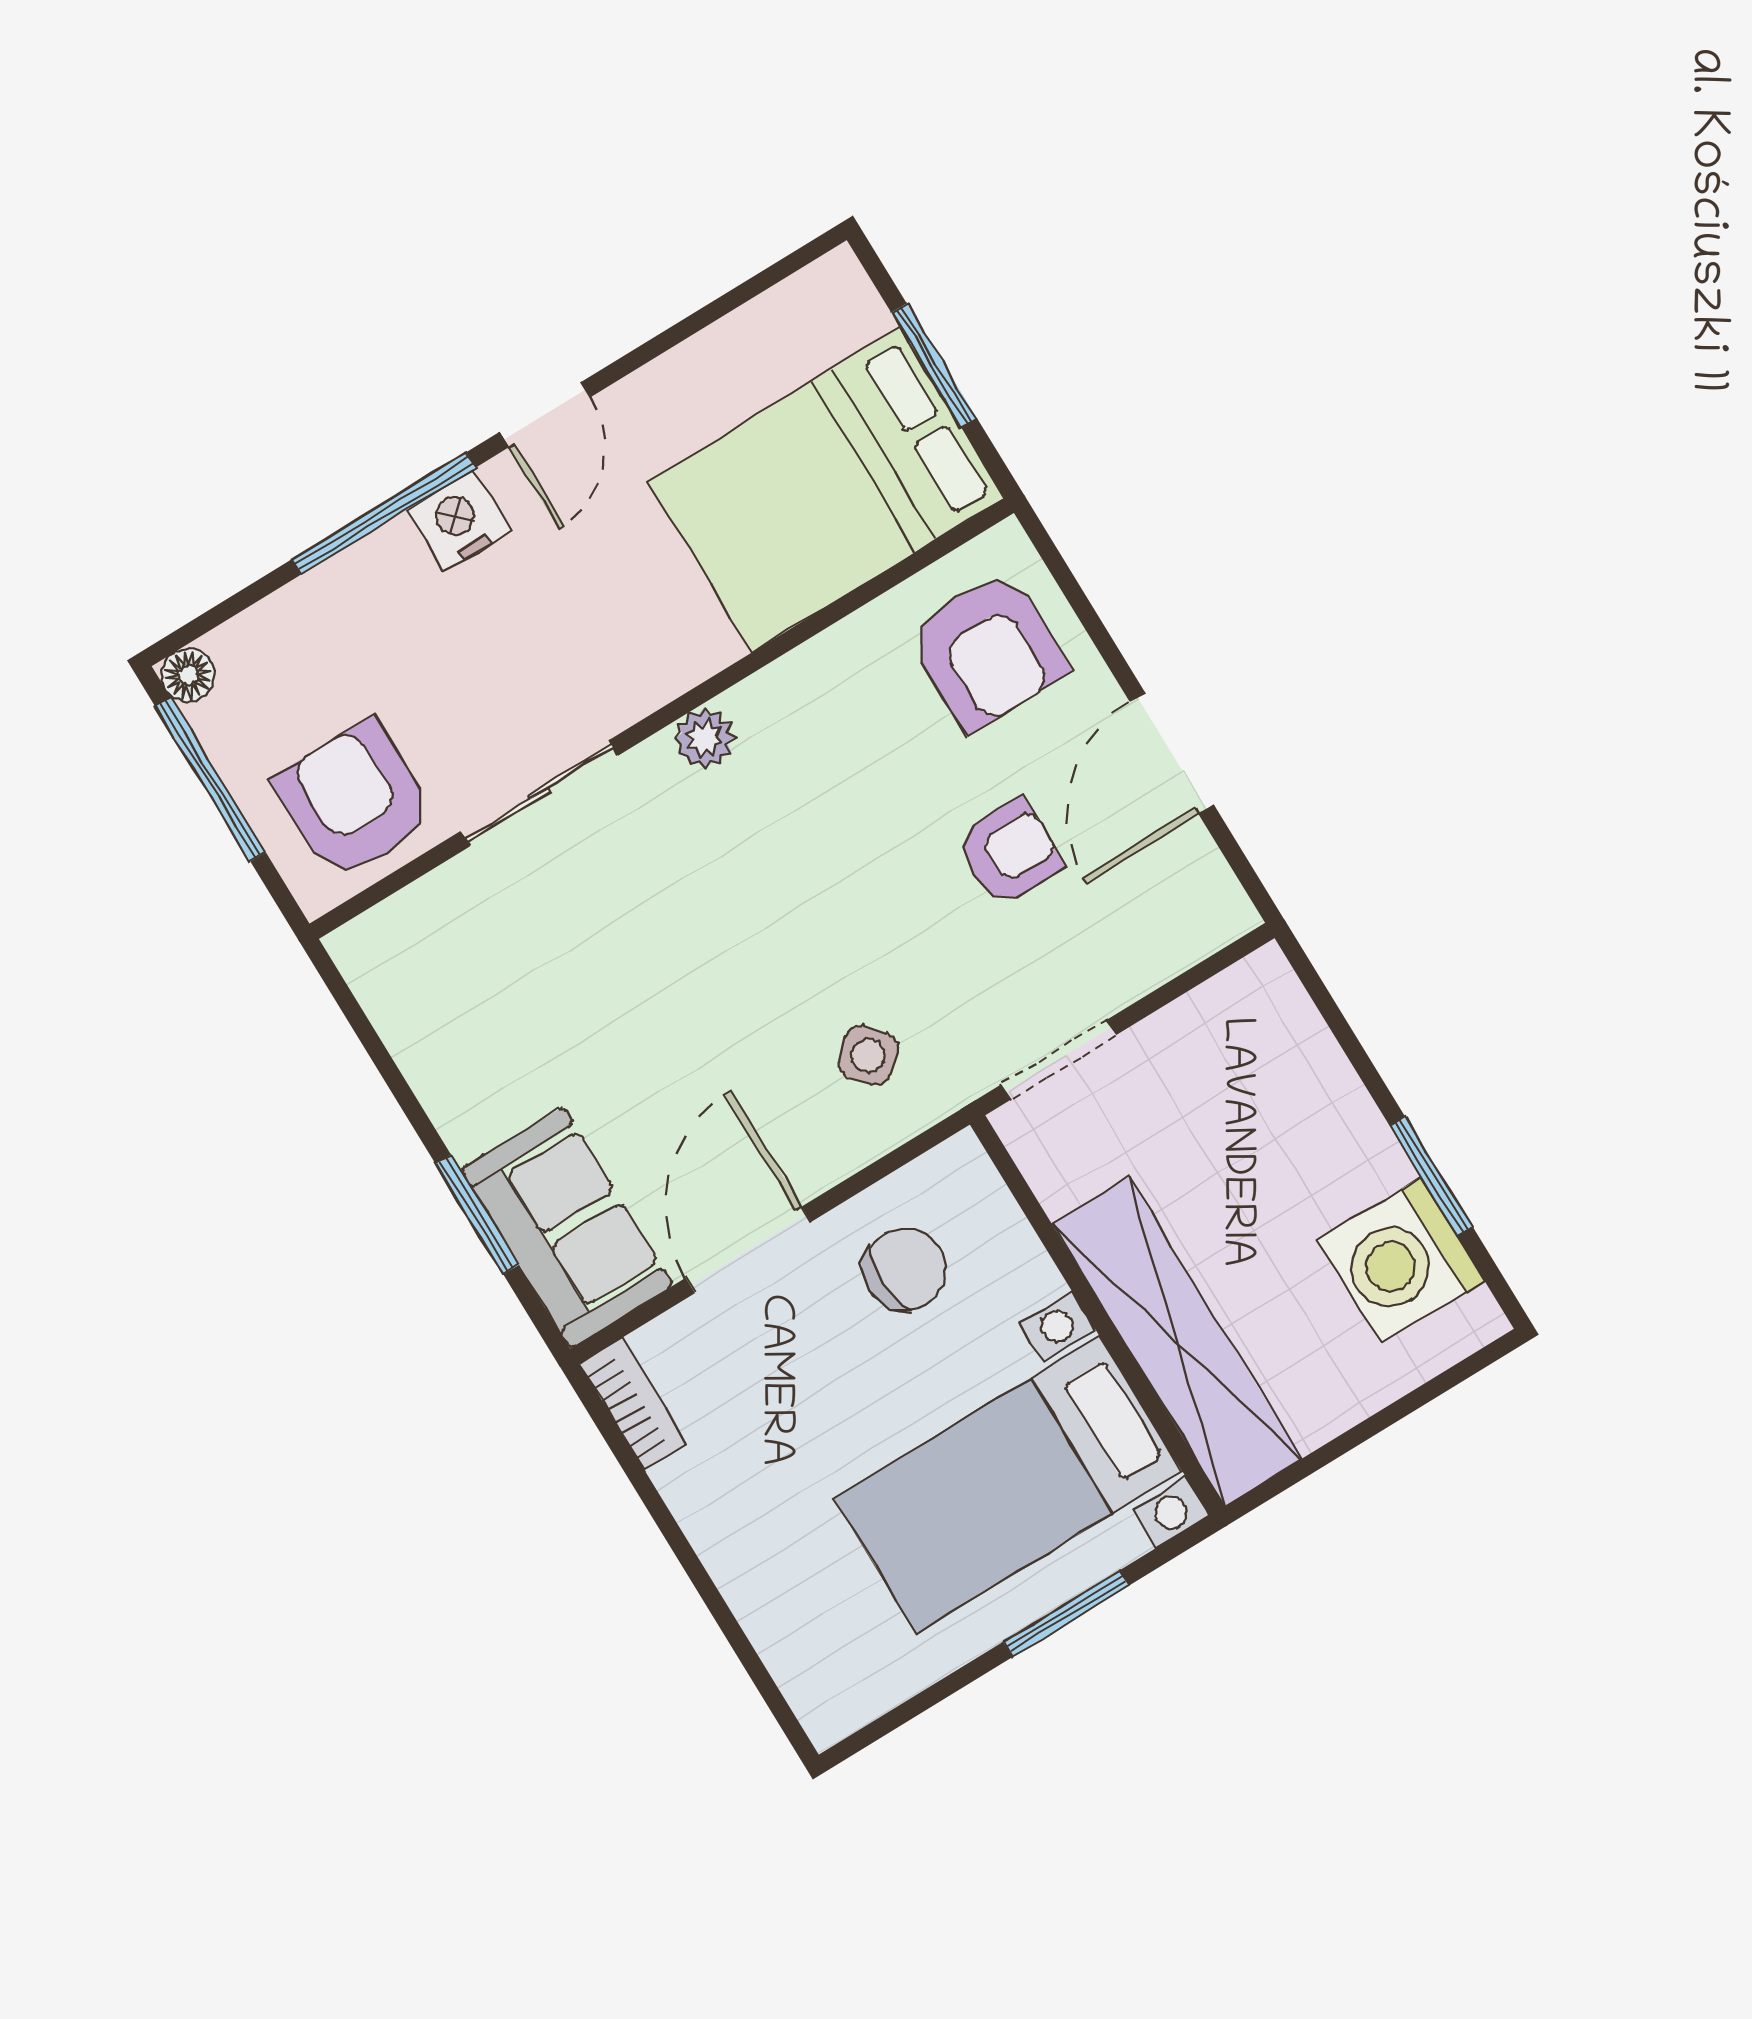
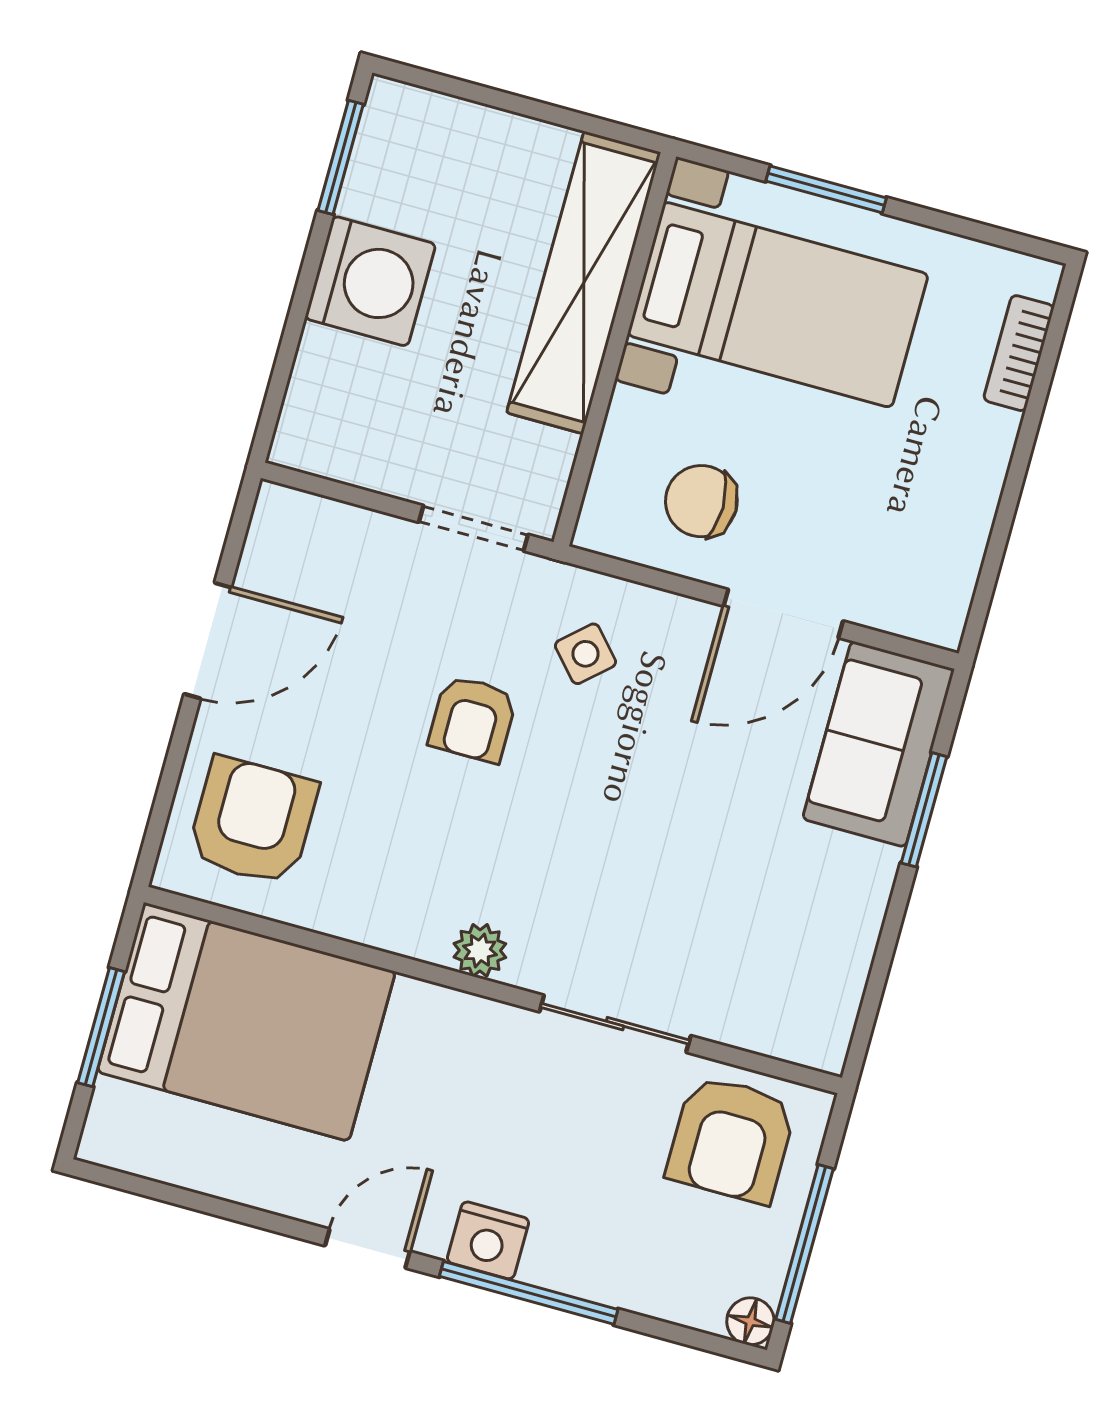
armchair: (1009, 852) -> (473, 719), moved, turned -90
window: (1431, 1176) -> (341, 157), moved
washing machine: (1401, 1260) -> (370, 281), moved
bookcase: (633, 1404) -> (1019, 353), moved

